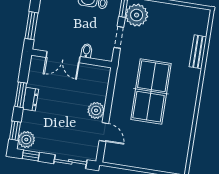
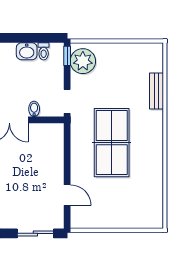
doorway: (119, 37) -> (67, 101), moved
plant: (96, 110) -> (55, 173), removed

